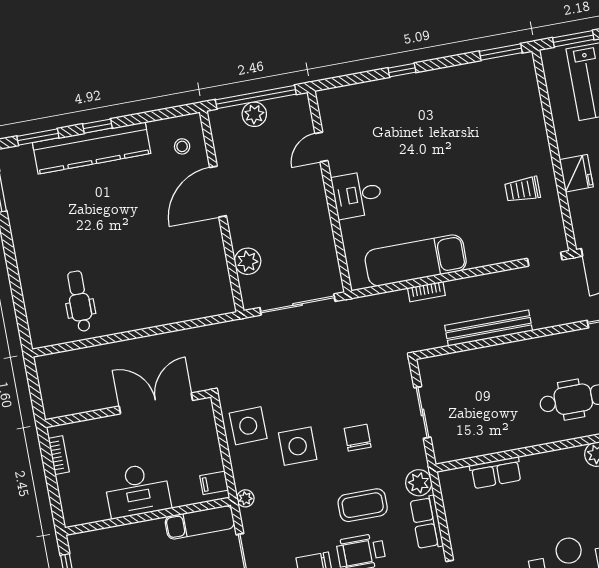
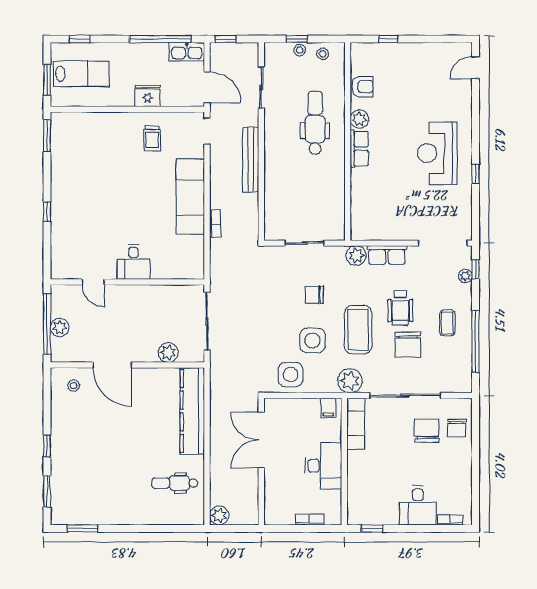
kitchen counter: (92, 148) -> (192, 411), moved, turned 180
exam couch: (416, 260) -> (190, 197), moved
bench: (489, 328) -> (251, 160), moved
plant: (48, 367) -> (219, 515), added
bookcase: (59, 455) -> (310, 520), moved
row of seats: (496, 473) -> (359, 149), moved
plant: (245, 498) -> (350, 381), width x1.88, depth x1.88
coffee table: (363, 505) -> (358, 330), moved, width x1.36, depth x1.32

